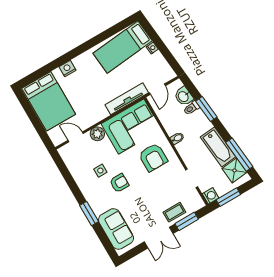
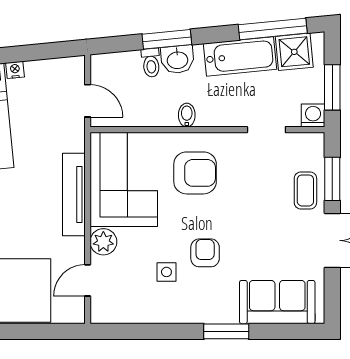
washbasin: (184, 96) -> (177, 59), moved
tv unit: (127, 99) -> (74, 194), moved

